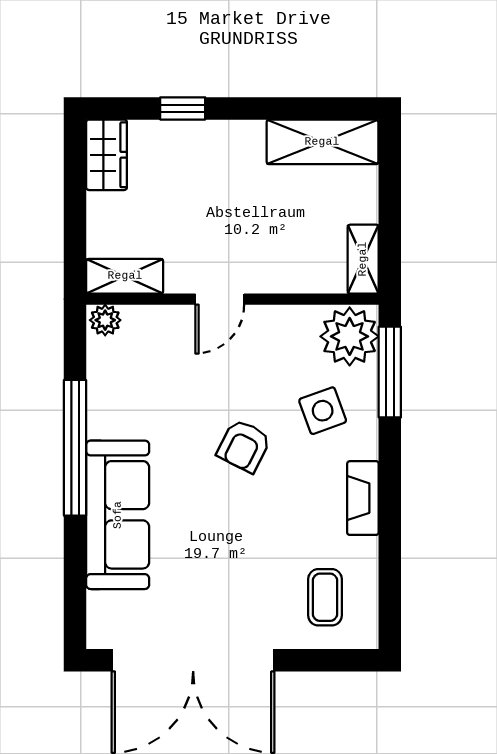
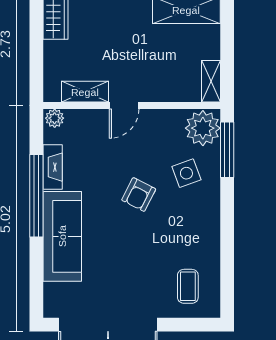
shelving: (125, 276) -> (85, 92), moved
fireplace: (363, 498) -> (53, 167), moved, turned 180

